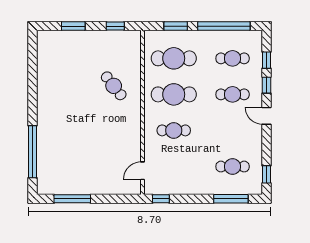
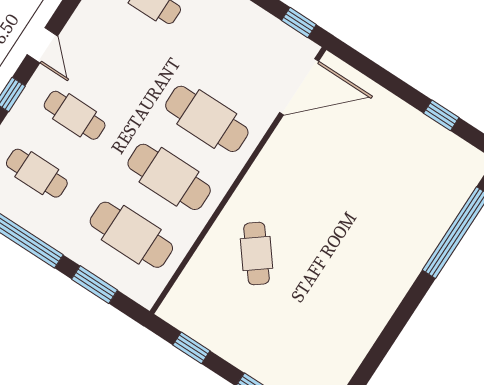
cafe table: (174, 130) -> (207, 119), width x1.37, depth x1.35
door: (143, 171) -> (299, 87), width x1.88
window: (72, 199) -> (441, 115), width x0.46

